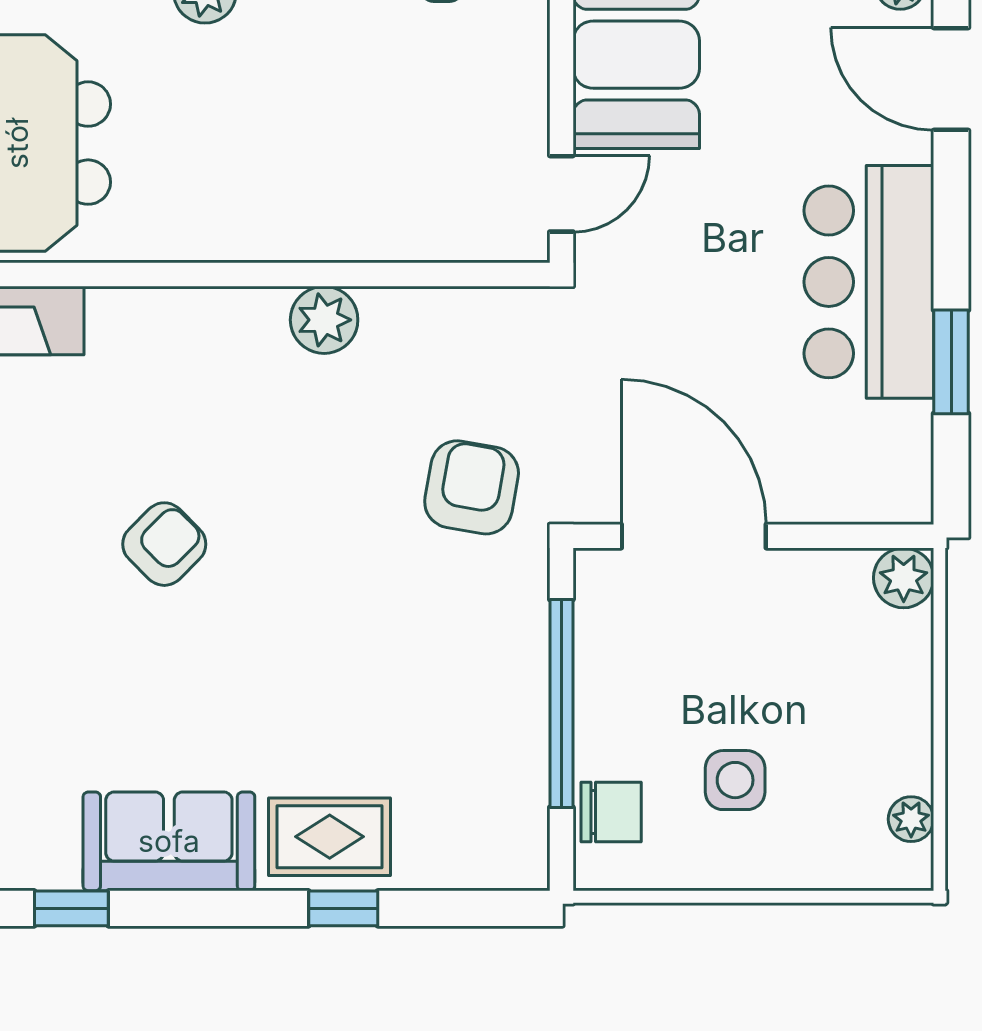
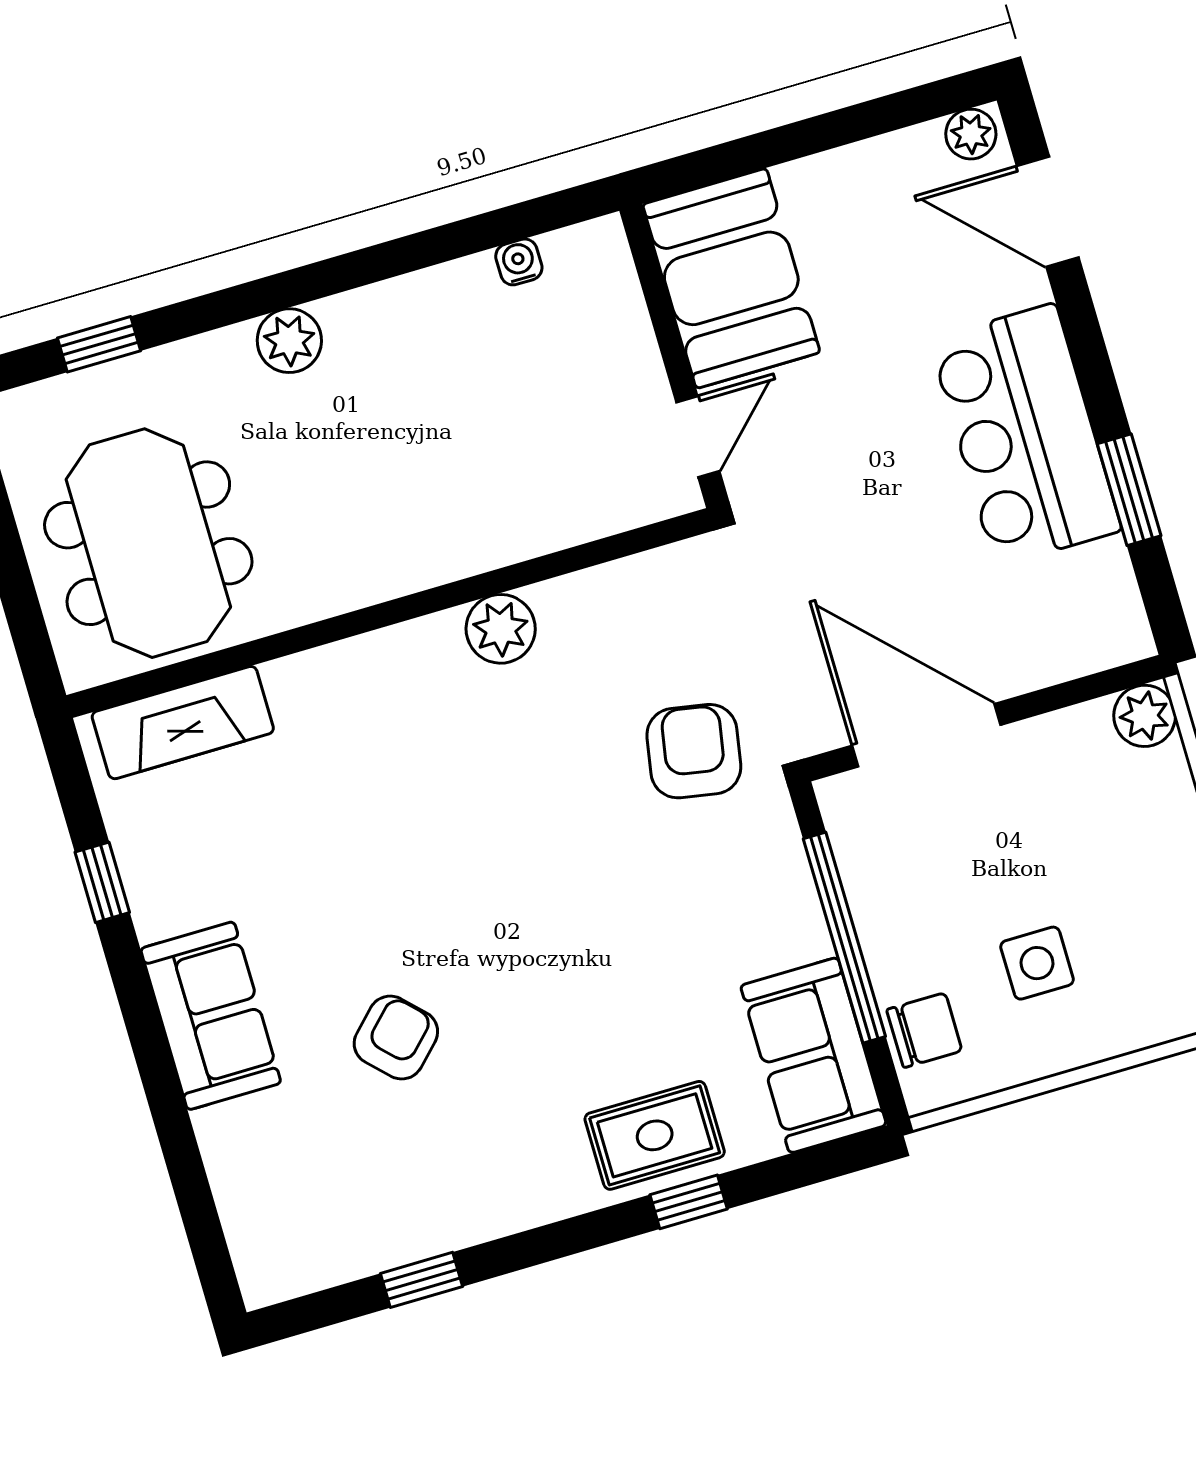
armchair: (164, 544) -> (396, 1038), moved
sofa: (169, 841) -> (813, 1055), moved, turned -90

